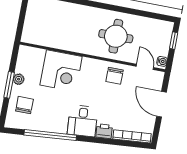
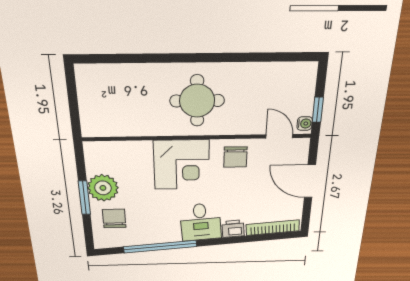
round table: (116, 36) -> (197, 101), moved
window: (174, 41) -> (318, 110), moved
corner desk: (61, 71) -> (182, 165), moved
plant: (19, 79) -> (103, 188), width x1.88, depth x1.88

